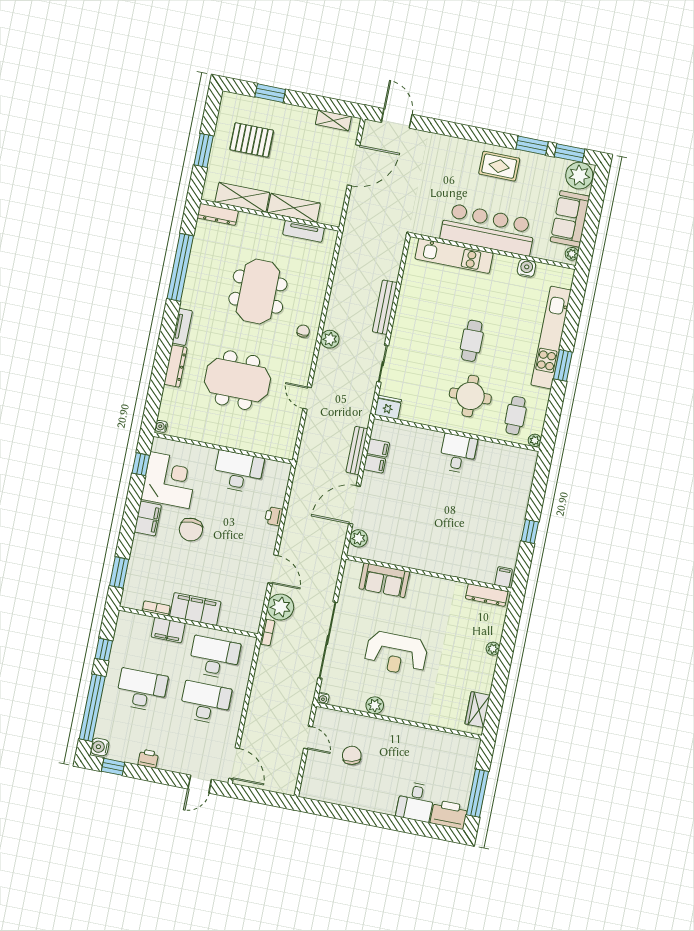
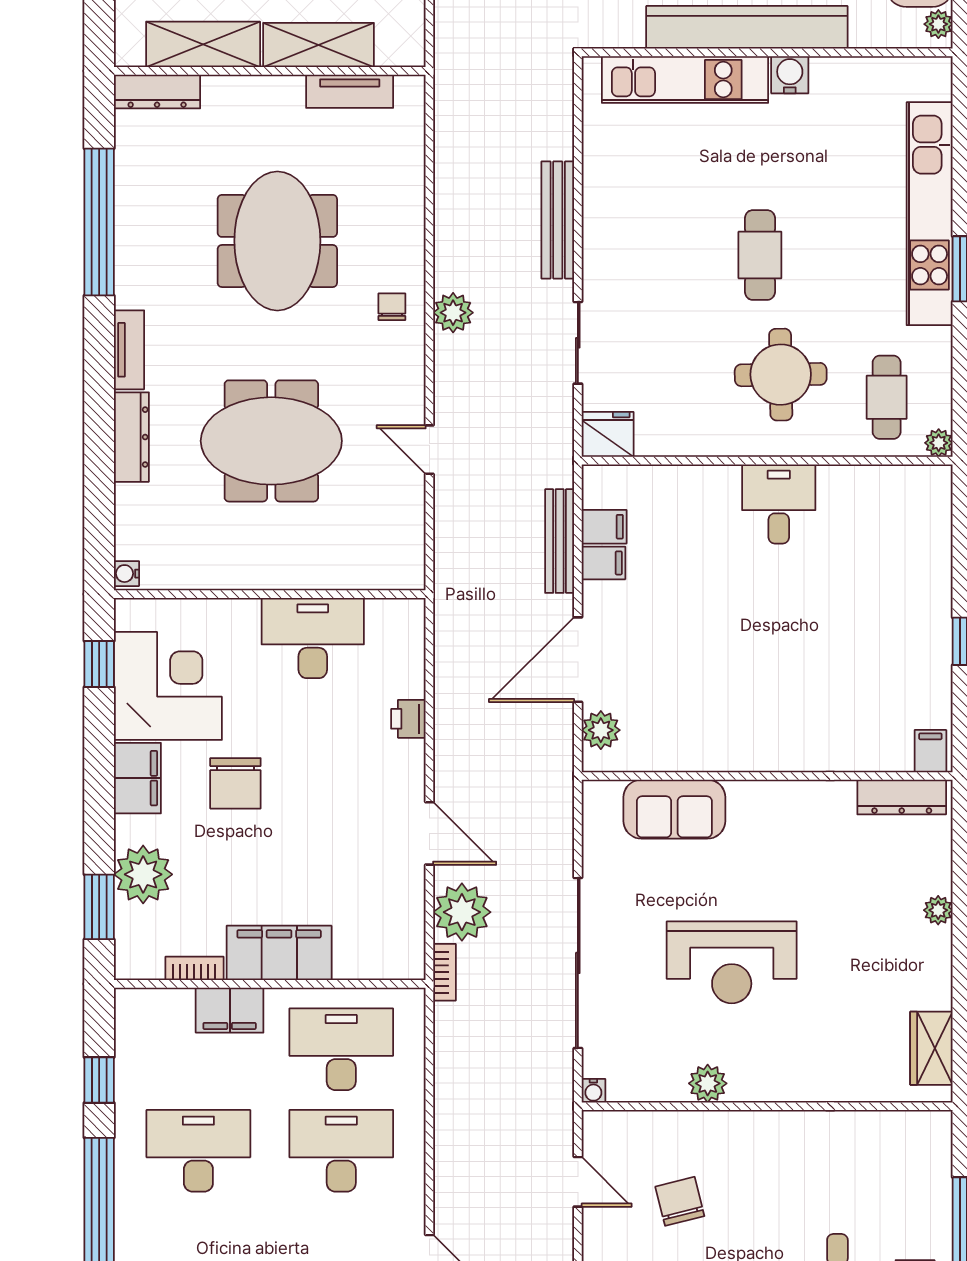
water cooler: (526, 268) -> (790, 75), moved
plant: (142, 562) -> (143, 874), added

